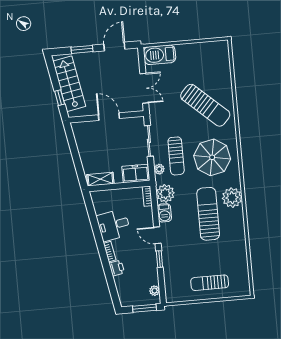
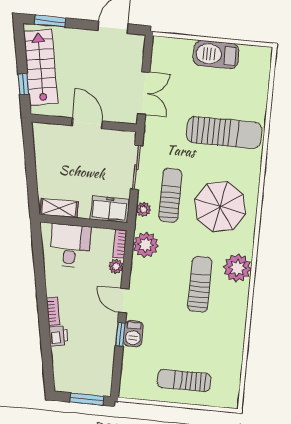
window: (82, 49) -> (50, 21), moved
barbecue: (160, 55) -> (216, 55), moved
sun lounger: (205, 105) -> (224, 132), turned -42
sun lounger: (176, 156) -> (170, 195), turned 180
barbecue: (164, 213) -> (133, 334), moved
sun lounger: (208, 214) -> (200, 284), width x0.73, depth x0.75
desk: (114, 225) -> (70, 246), moved, turned 100
plant: (155, 291) -> (116, 267), moved

